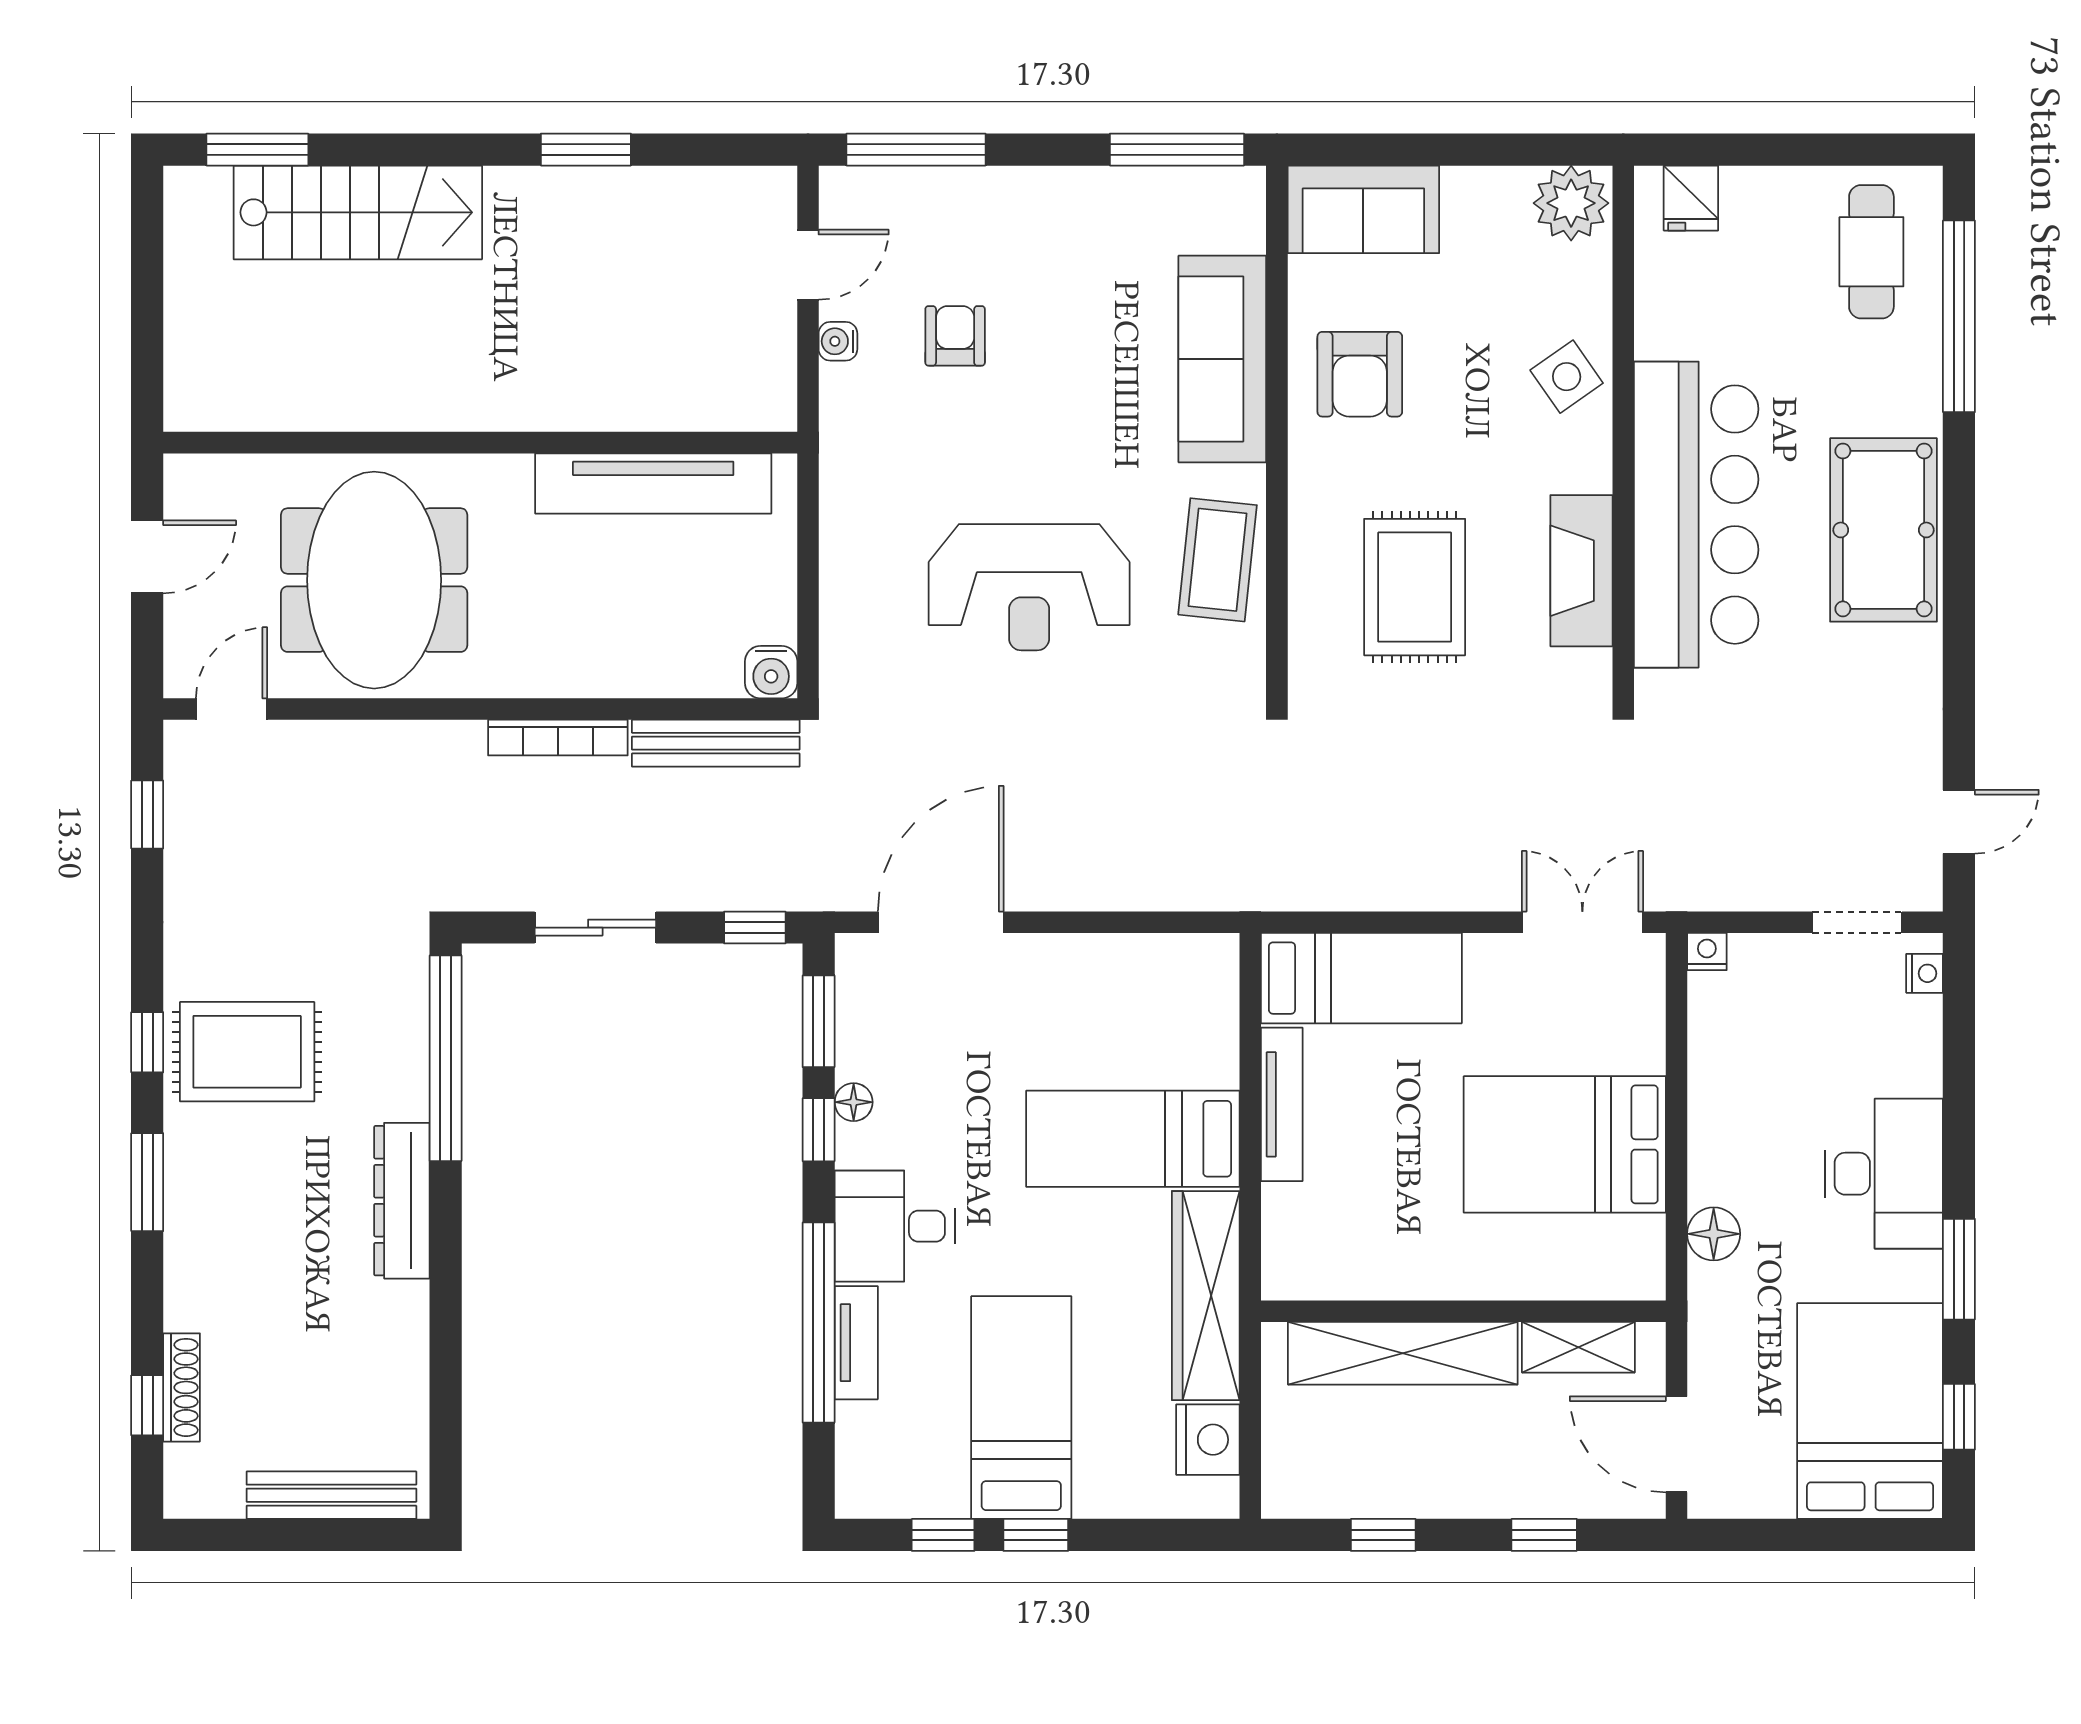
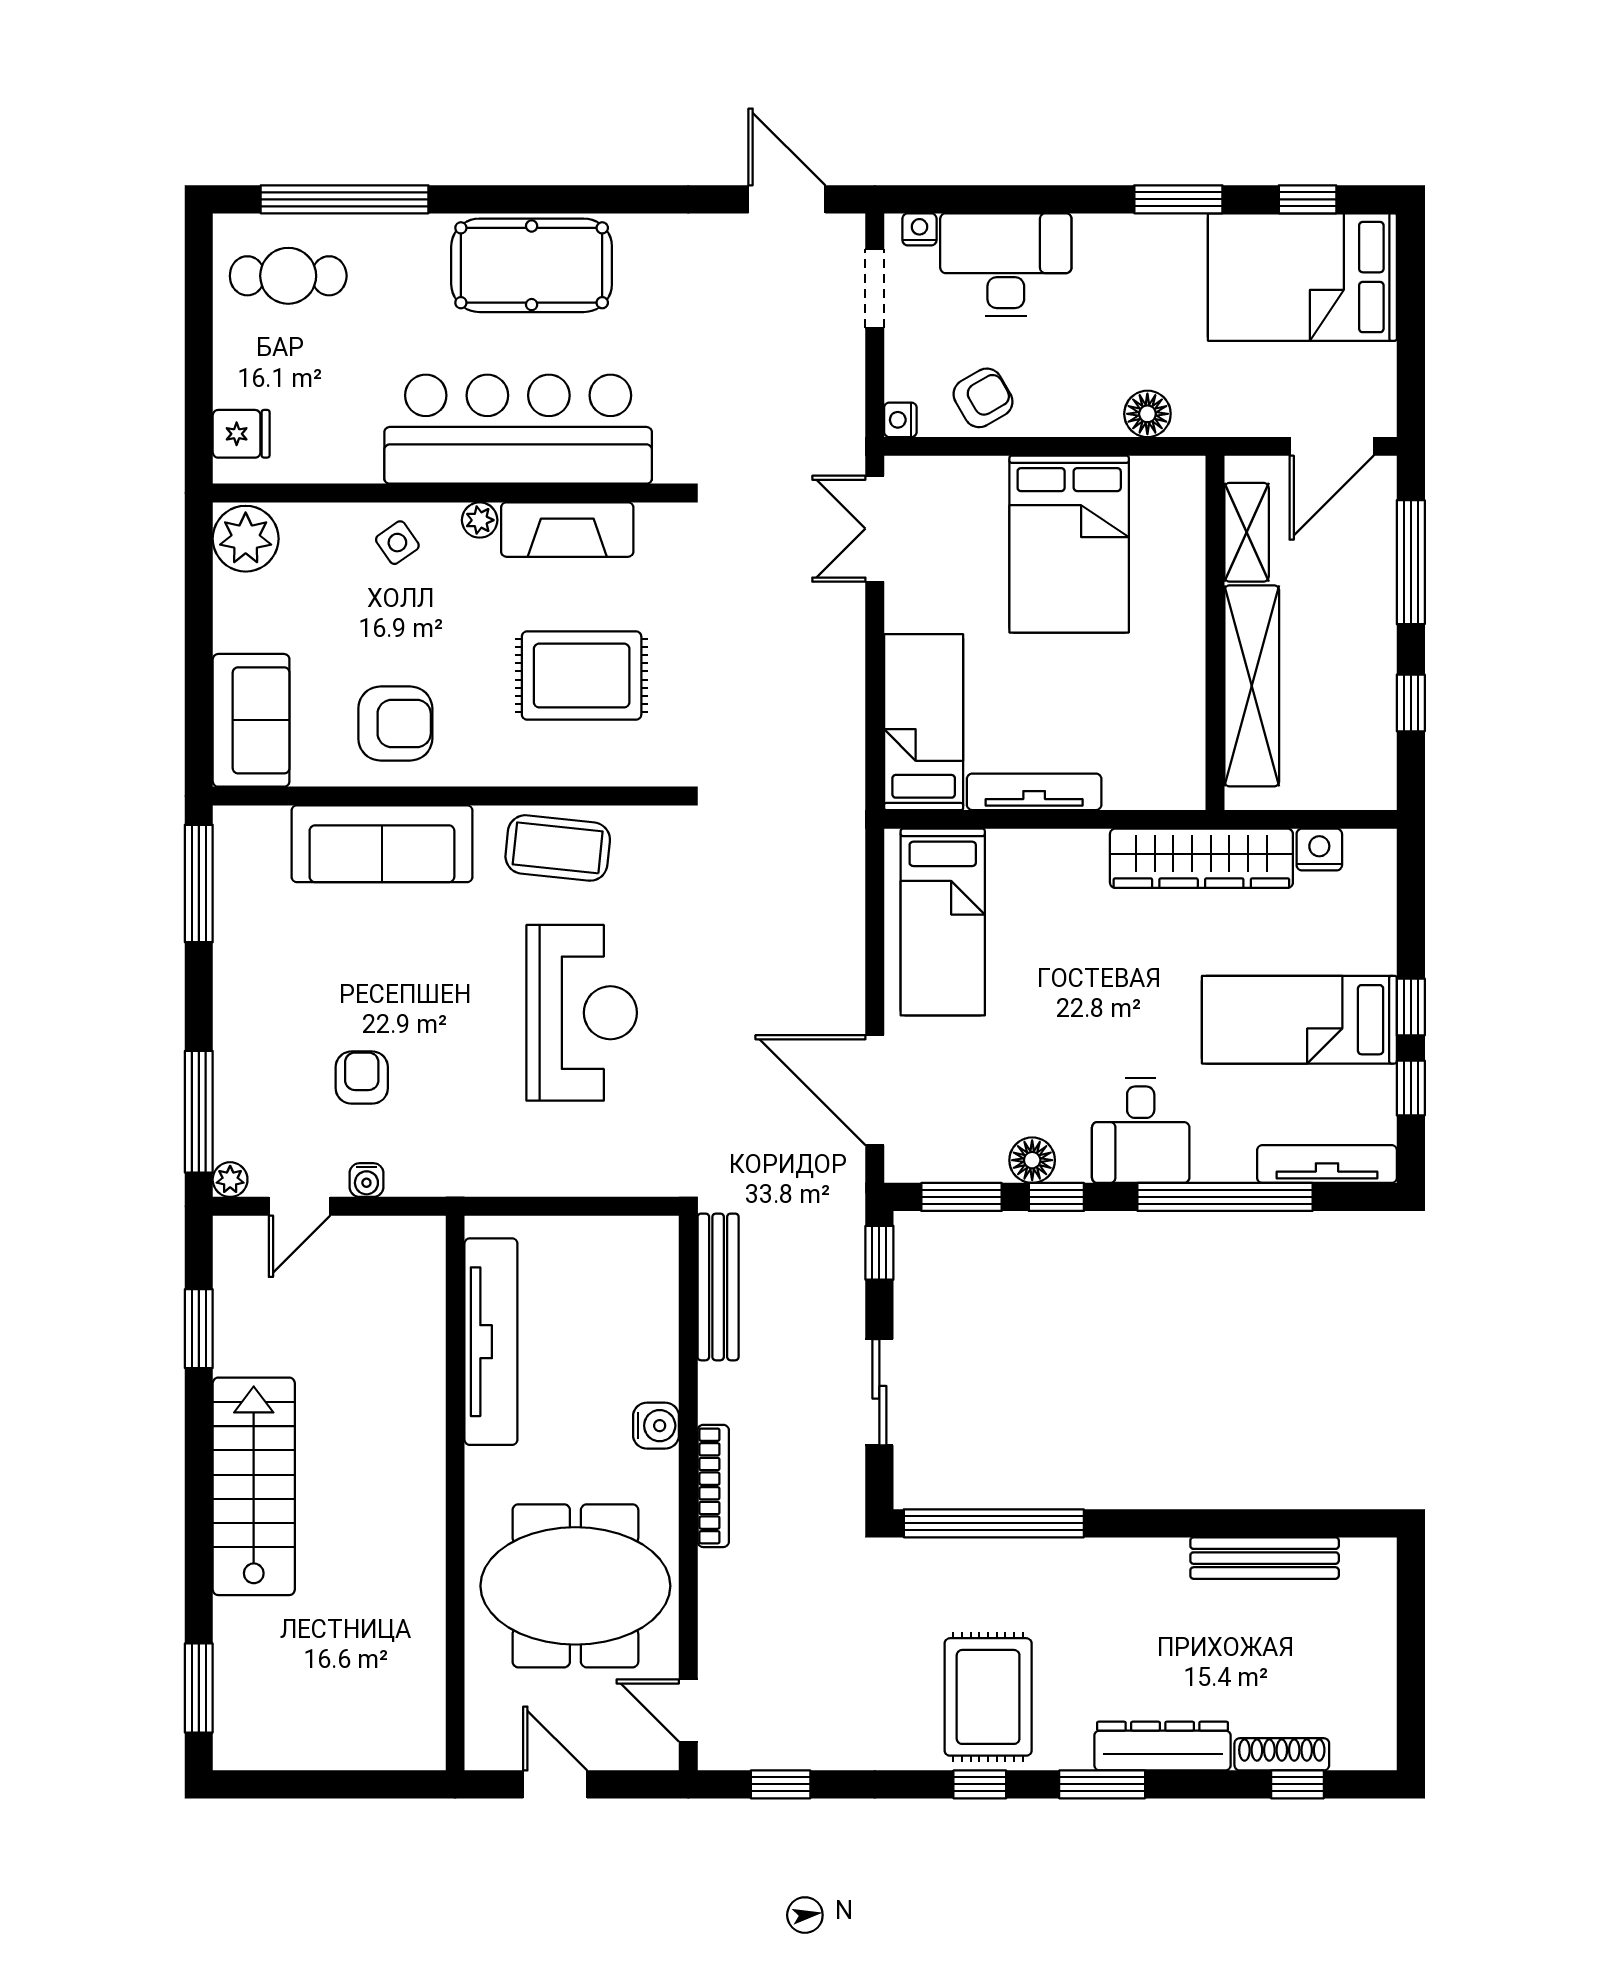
window: (586, 150) -> (199, 1329), moved
plant: (838, 185) -> (230, 1180), added
stairs: (358, 212) -> (254, 1486), moved
door: (808, 265) -> (299, 1206), swing flipped
armchair: (955, 336) -> (362, 1078), turned 90
side table: (1567, 377) -> (397, 543), width x0.73, depth x0.73
plant: (1592, 471) -> (480, 520), added
water cooler: (771, 672) -> (656, 1426), moved
bookcase: (558, 738) -> (713, 1486), moved
door: (1959, 822) -> (787, 199), width x1.38
armchair: (1732, 1046) -> (983, 398), added
floor lamp: (854, 1102) -> (1032, 1160), width x1.37, depth x1.37
bed: (1133, 1139) -> (943, 922), moved
desk: (1884, 1174) -> (1006, 265), moved
dresser: (402, 1201) -> (1163, 1746), moved, turned 180
tv unit: (856, 1343) -> (1327, 1164), moved, width x1.41
nightstand: (1208, 1440) -> (1319, 850), width x0.74, depth x0.75
bench: (331, 1495) -> (1265, 1558), moved, turned 90
window: (1544, 1535) -> (1411, 562), width x2.17

